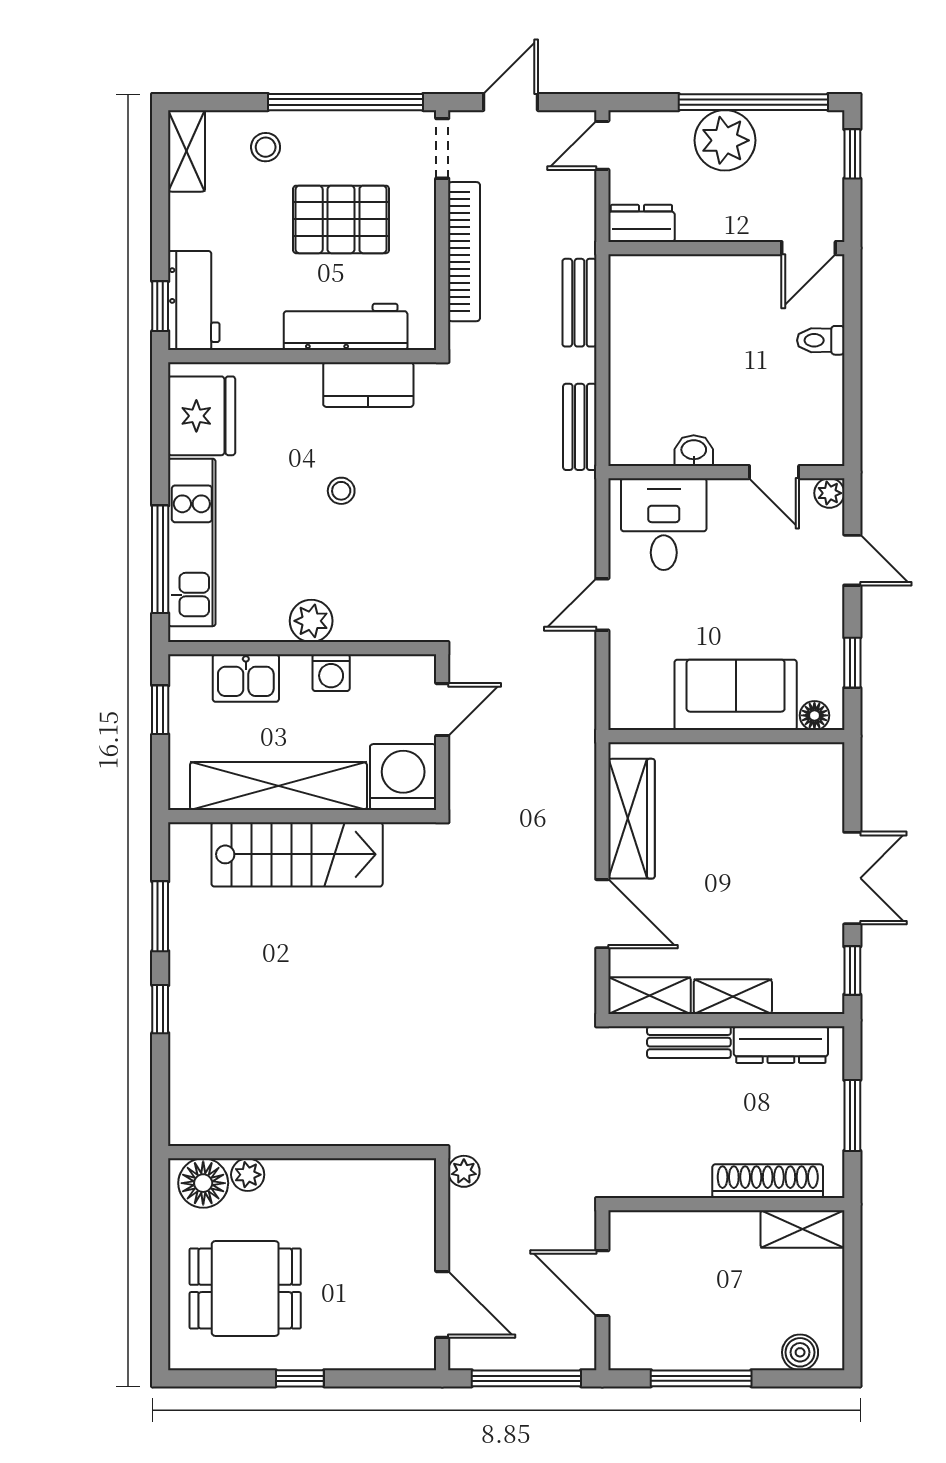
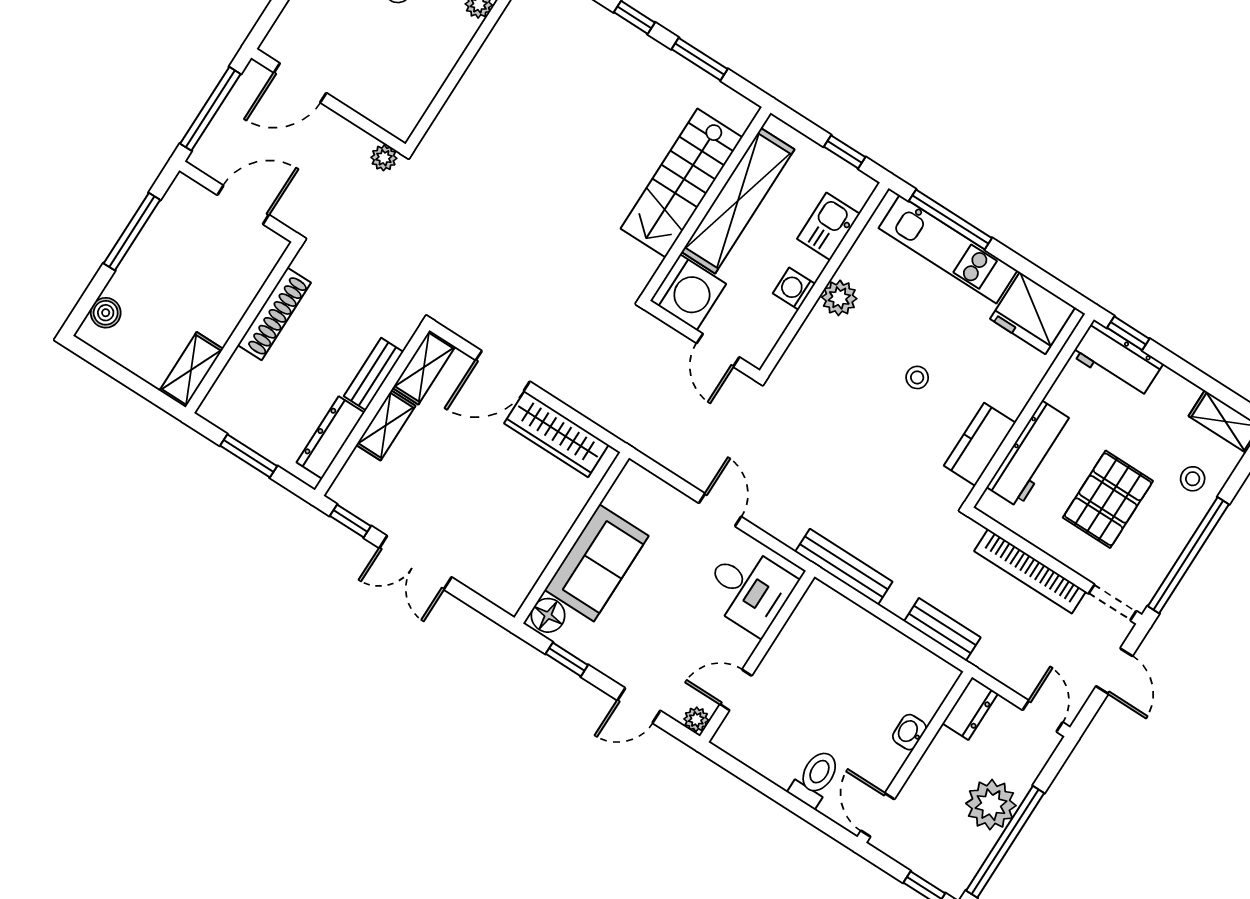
toilet: (821, 340) -> (815, 778), width x1.37, depth x1.39
bench: (580, 427) -> (844, 567), width x1.36
washbasin: (694, 451) -> (909, 732), moved, turned 180
floor lamp: (814, 715) -> (548, 615), width x1.37, depth x1.37
shoe rack: (768, 1181) -> (274, 314), moved

